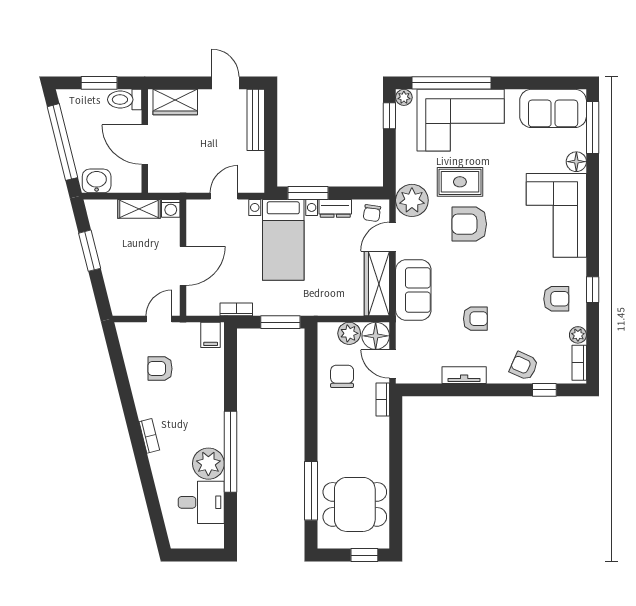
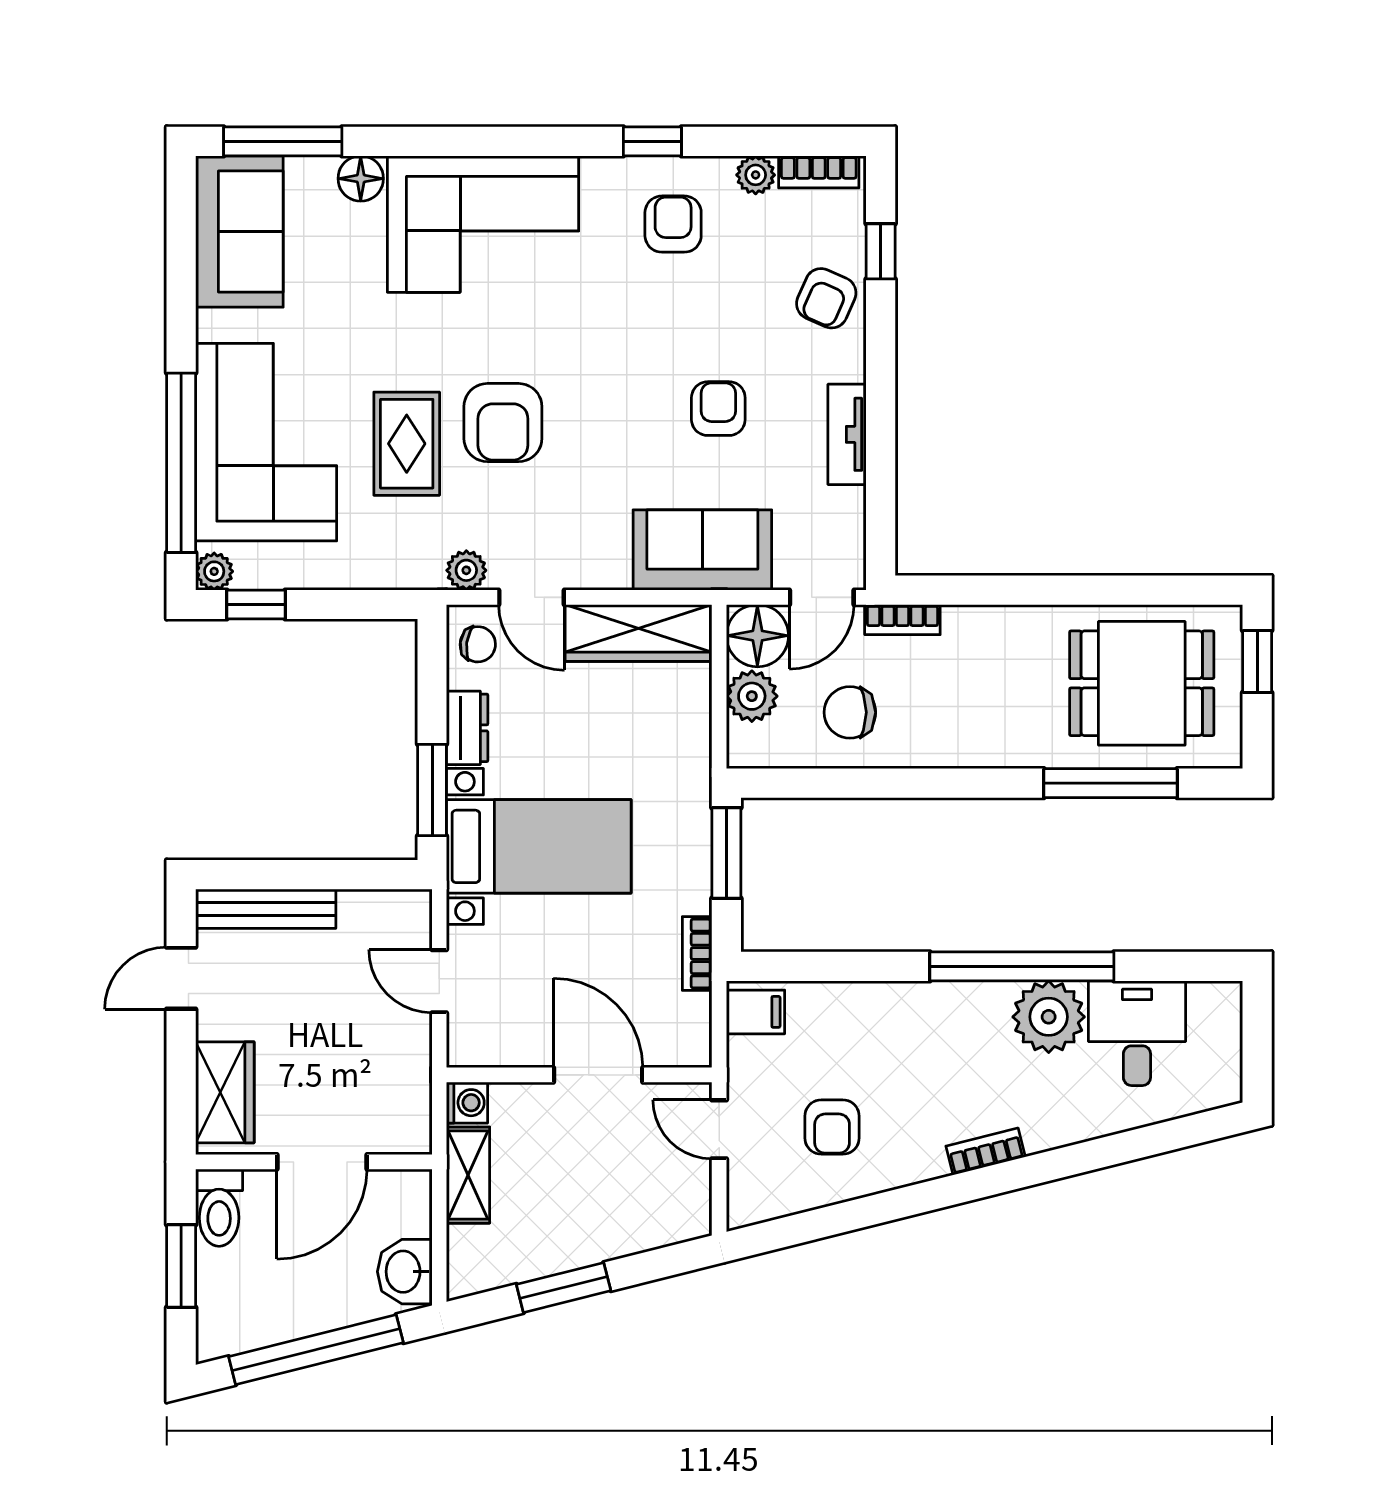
plant: (412, 200) -> (466, 570), width x0.53, depth x0.53
sofa: (413, 290) -> (702, 550), moved
dining table: (355, 504) -> (1142, 683), turned 90

